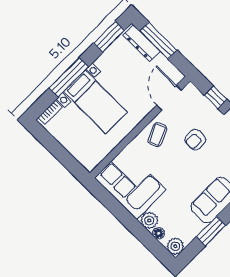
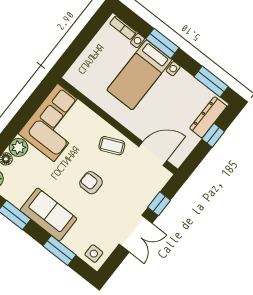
window: (158, 41) -> (213, 135), width x0.46
window: (69, 77) -> (162, 43), width x0.69
armchair: (195, 140) -> (91, 183), moved

